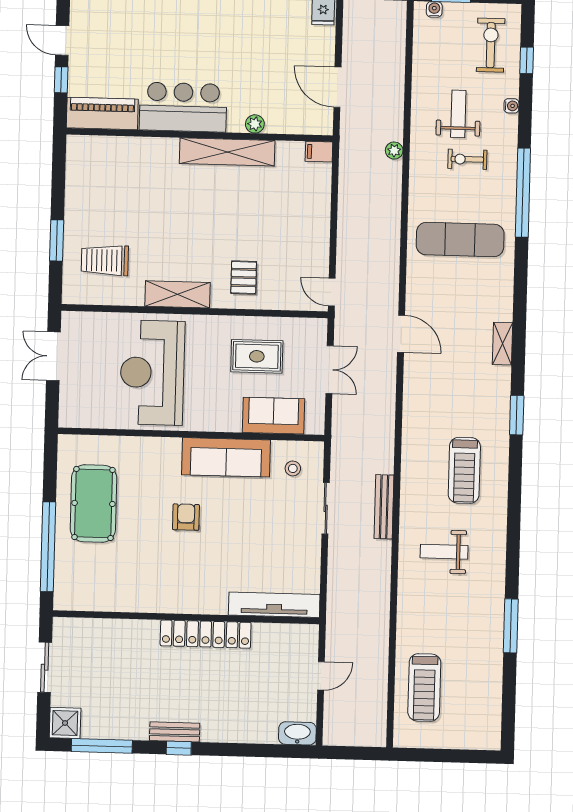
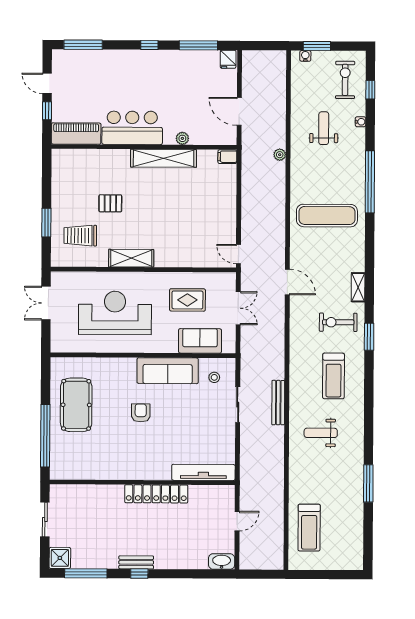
exercise bike: (467, 159) -> (338, 322), moved, width x1.38, depth x1.39
pallet: (244, 277) -> (110, 203), moved, turned 90
reception desk: (152, 373) -> (115, 313), turned 90

